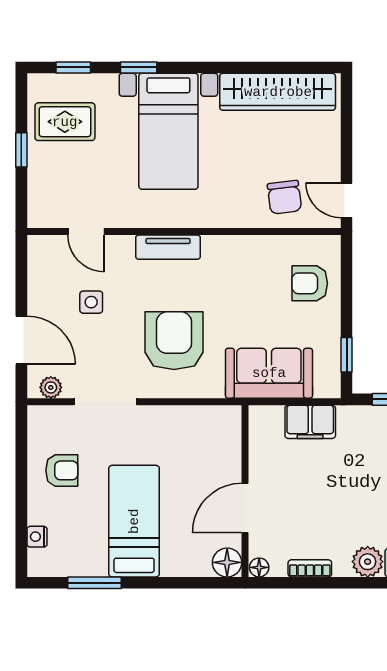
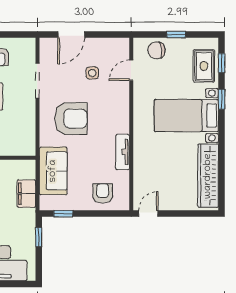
rug: (65, 122) -> (204, 66), moved
chair: (284, 197) -> (156, 50), moved
tv unit: (168, 247) -> (123, 152), moved
plant: (51, 387) -> (45, 51), removed

